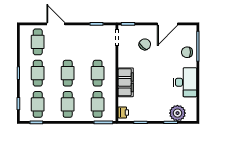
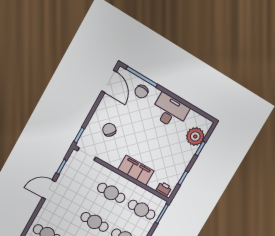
door: (56, 24) -> (49, 189), moved
door: (168, 24) -> (109, 81), moved

